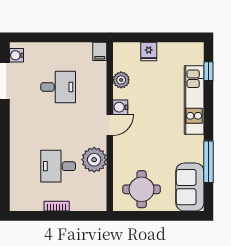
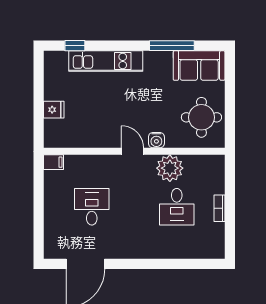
water cooler: (16, 55) -> (58, 251), removed
plant: (121, 80) -> (84, 139), removed
water cooler: (120, 107) -> (156, 140), moved

